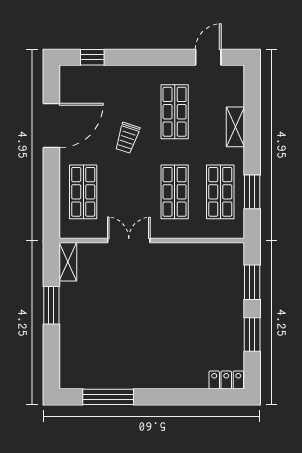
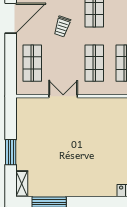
shelving: (68, 262) -> (22, 184), moved
window: (51, 305) -> (11, 152), moved

